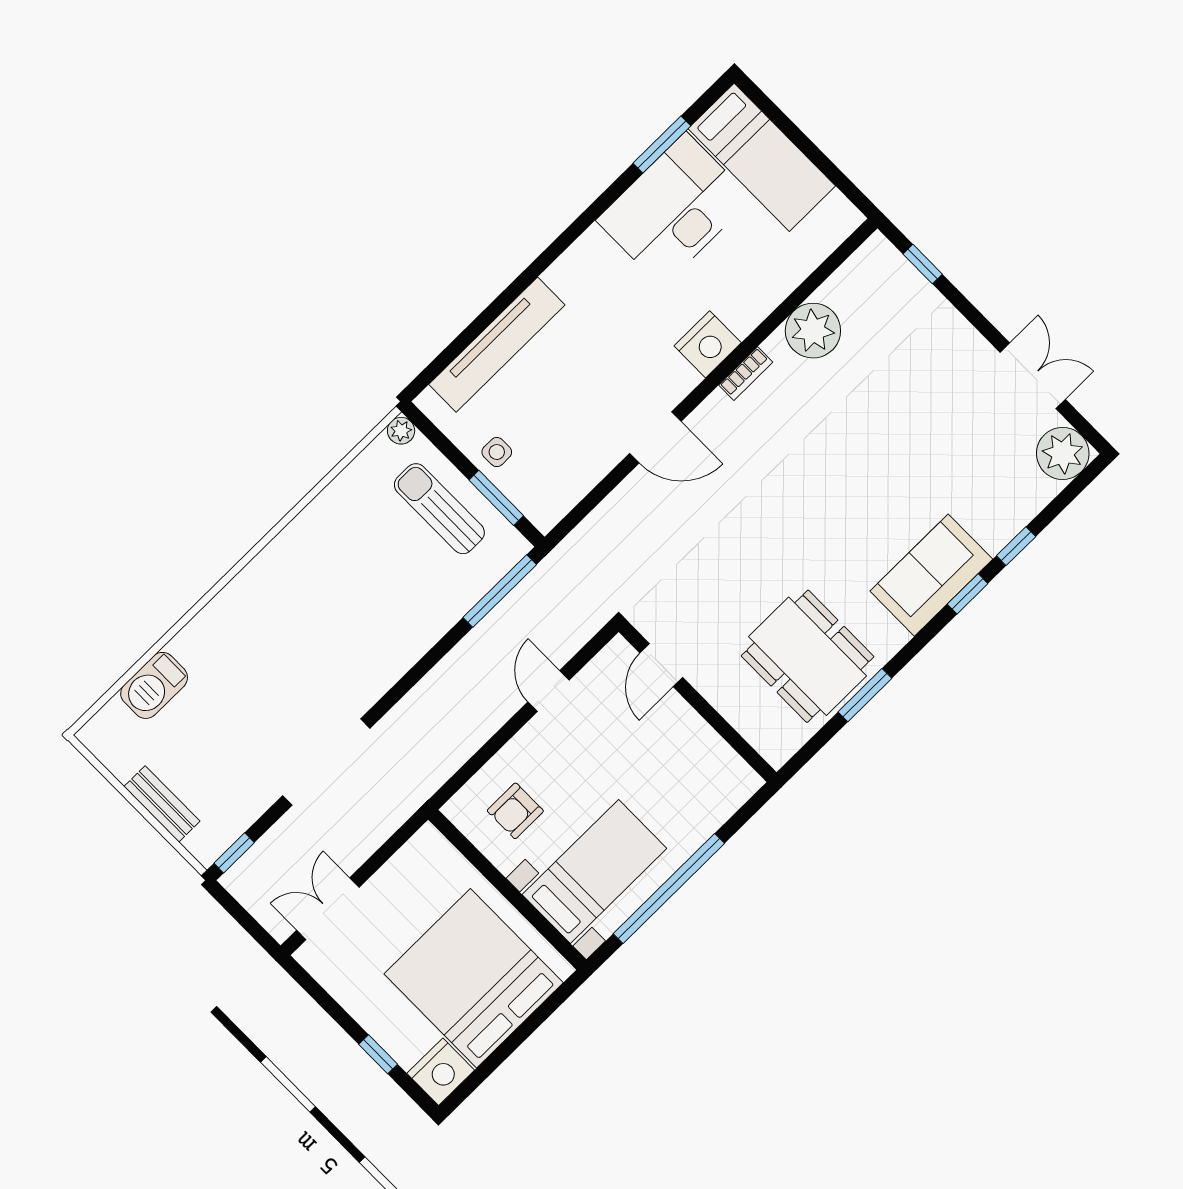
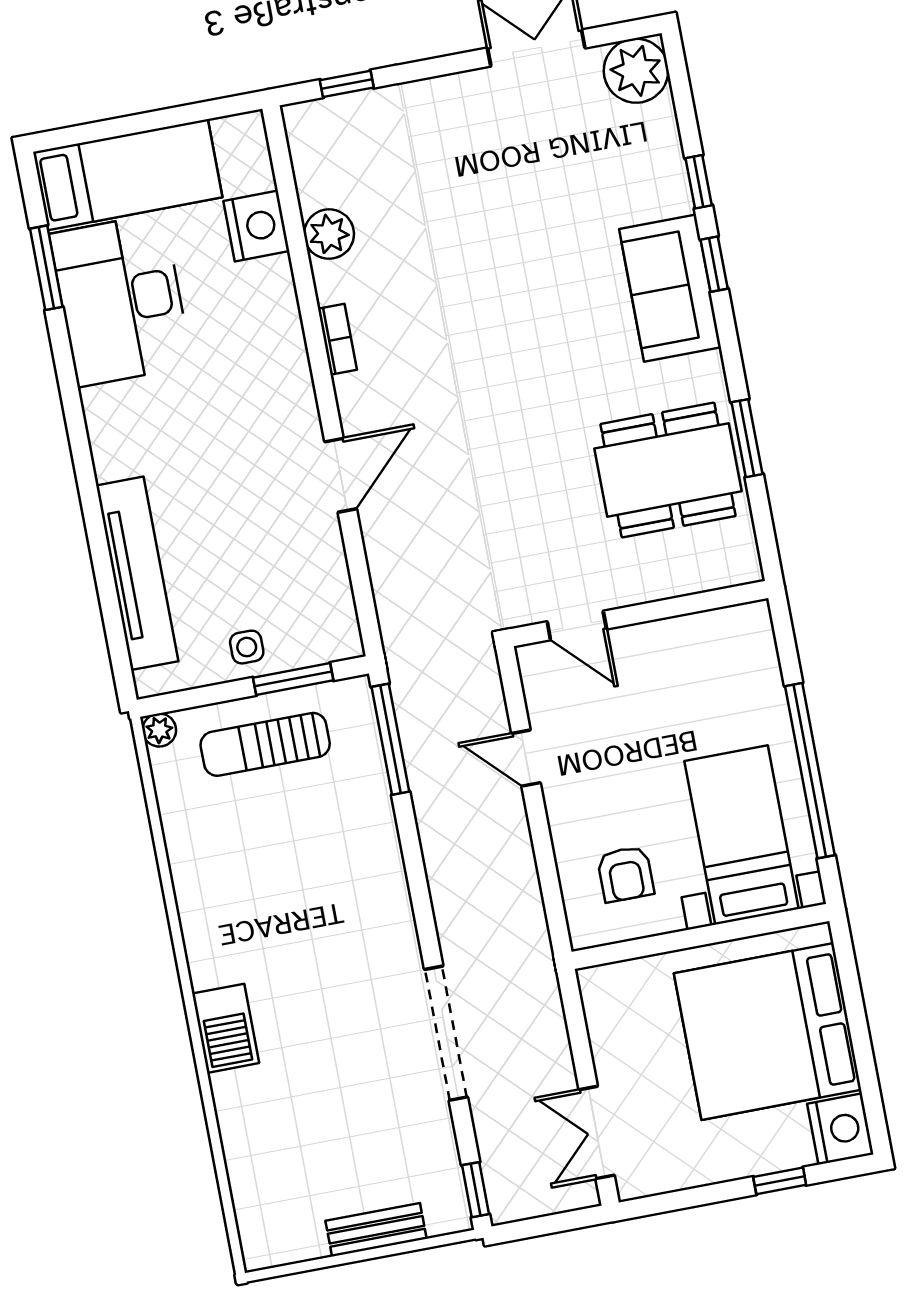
plant: (813, 331) -> (329, 234), width x0.73, depth x0.73
nightstand: (708, 344) -> (256, 226), moved
barbecue: (154, 685) -> (226, 1028), moved

